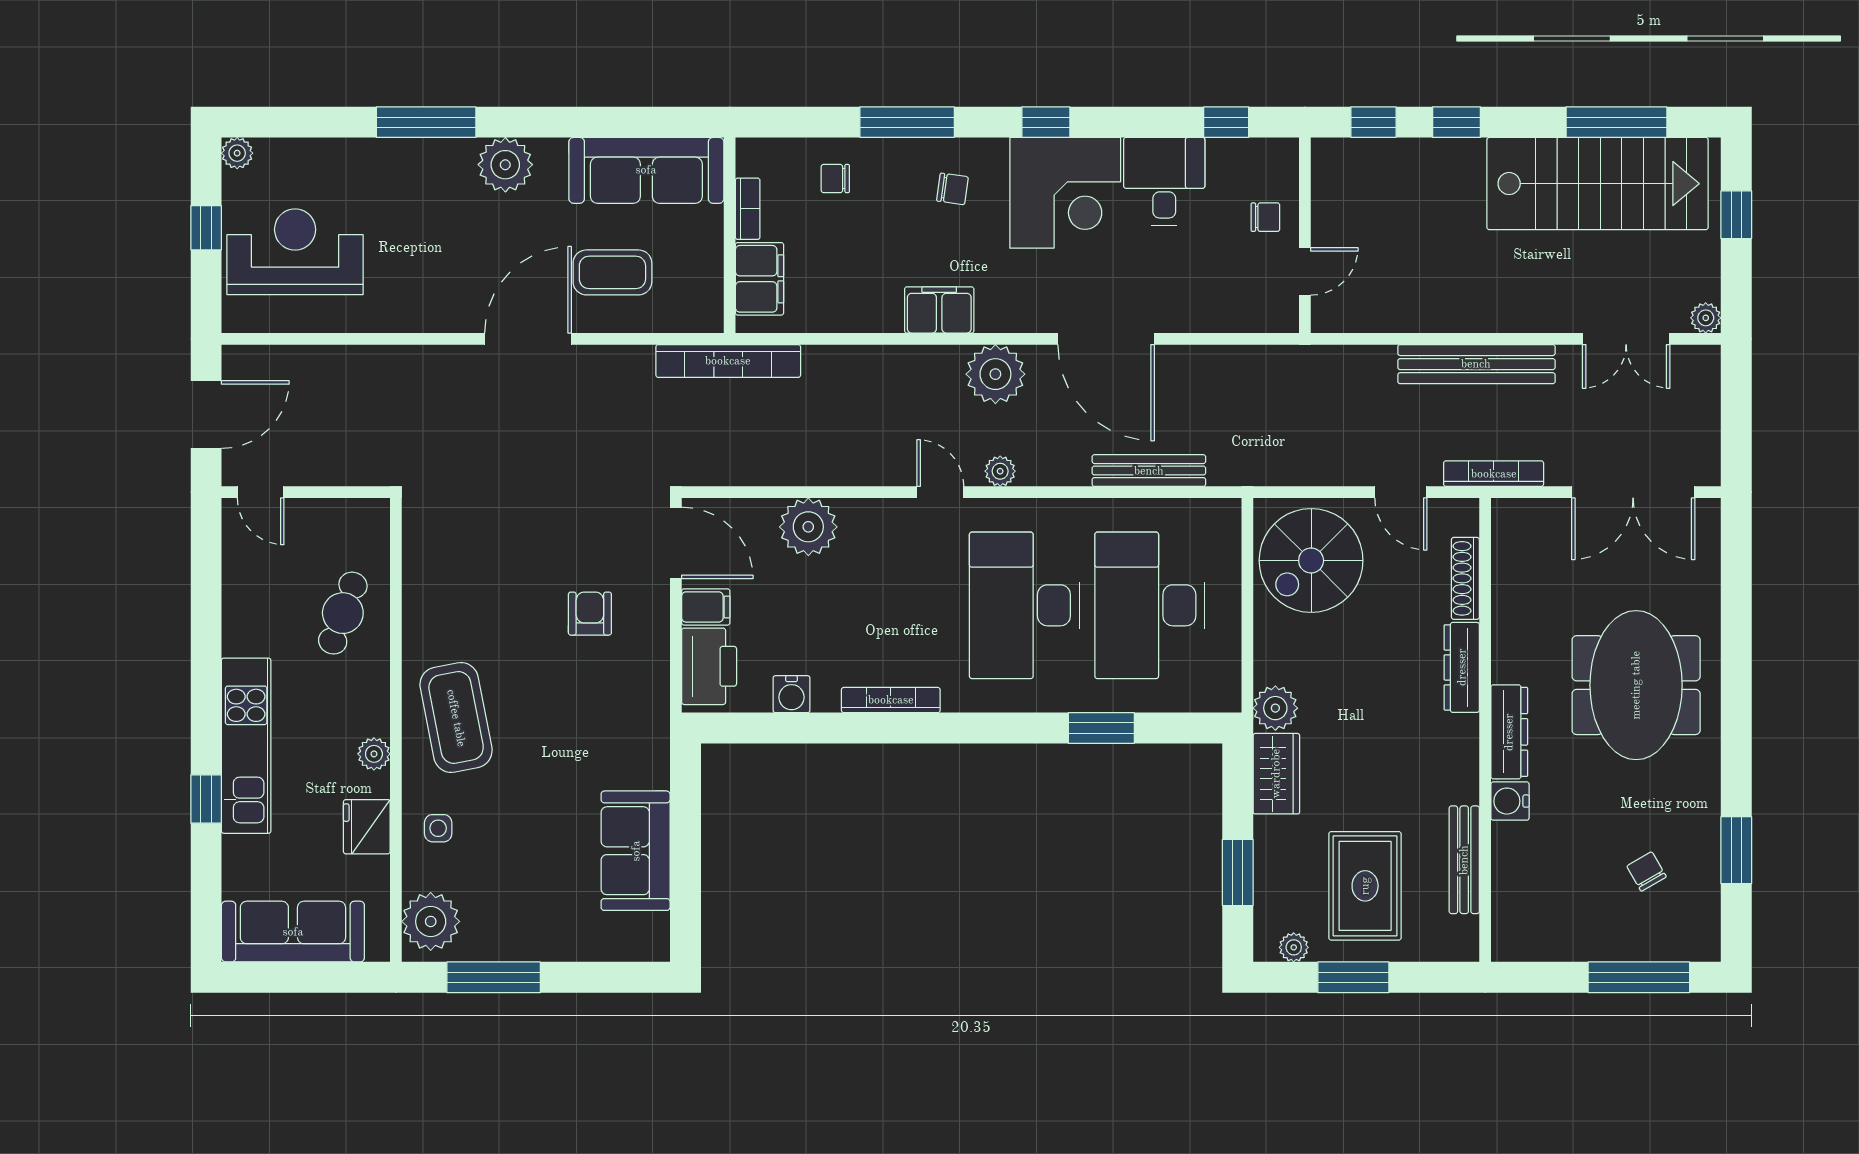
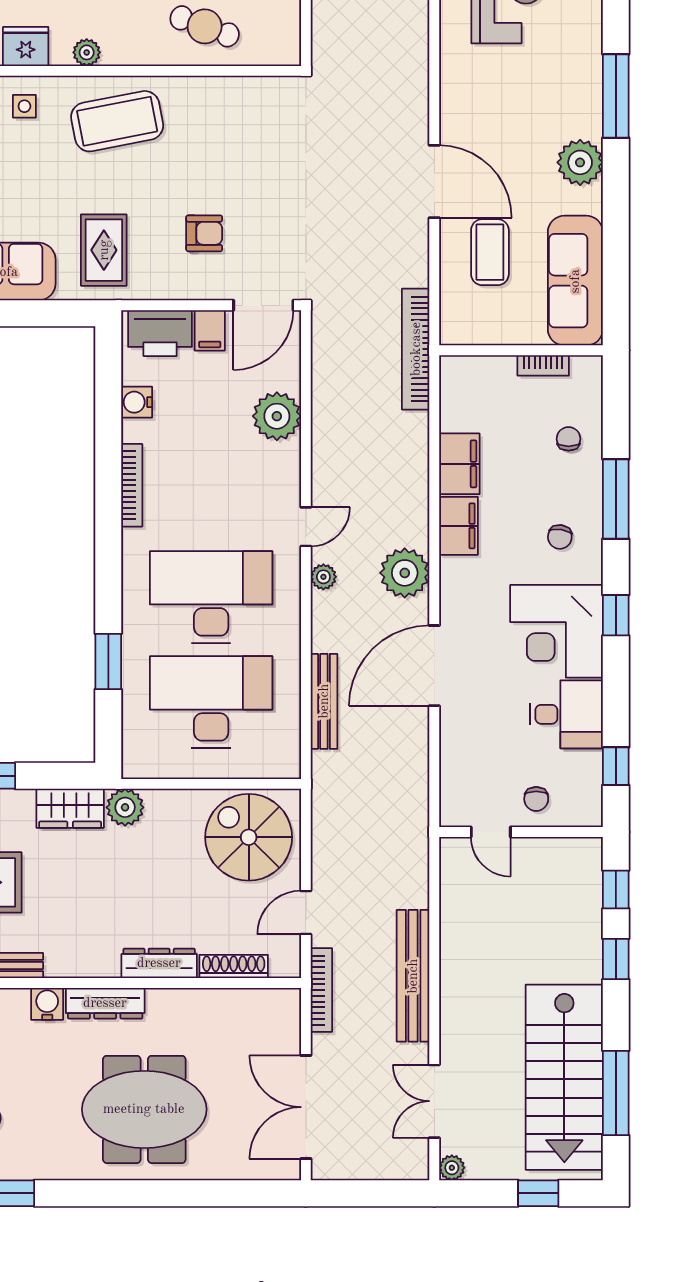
filing cabinet: (759, 279) -> (459, 464), moved, turned -90
rug: (610, 733) -> (104, 250), added

